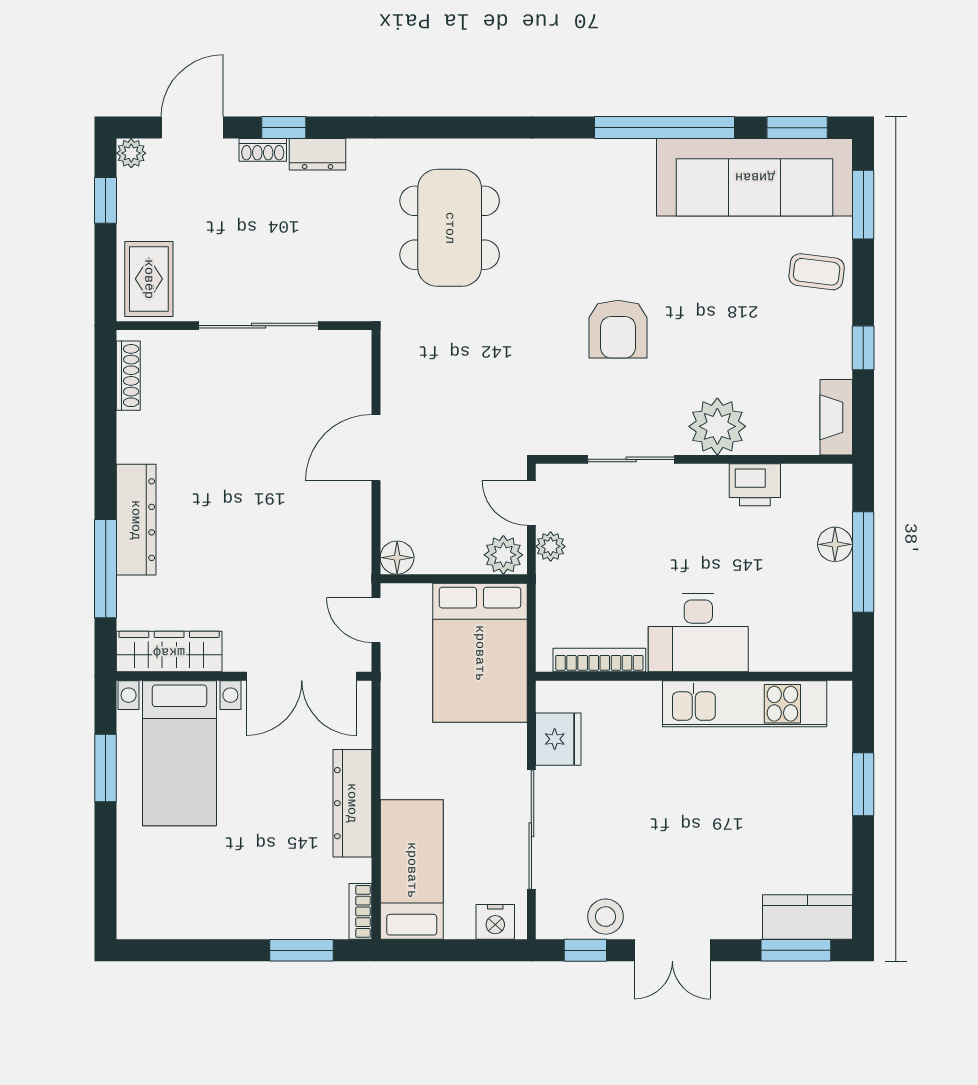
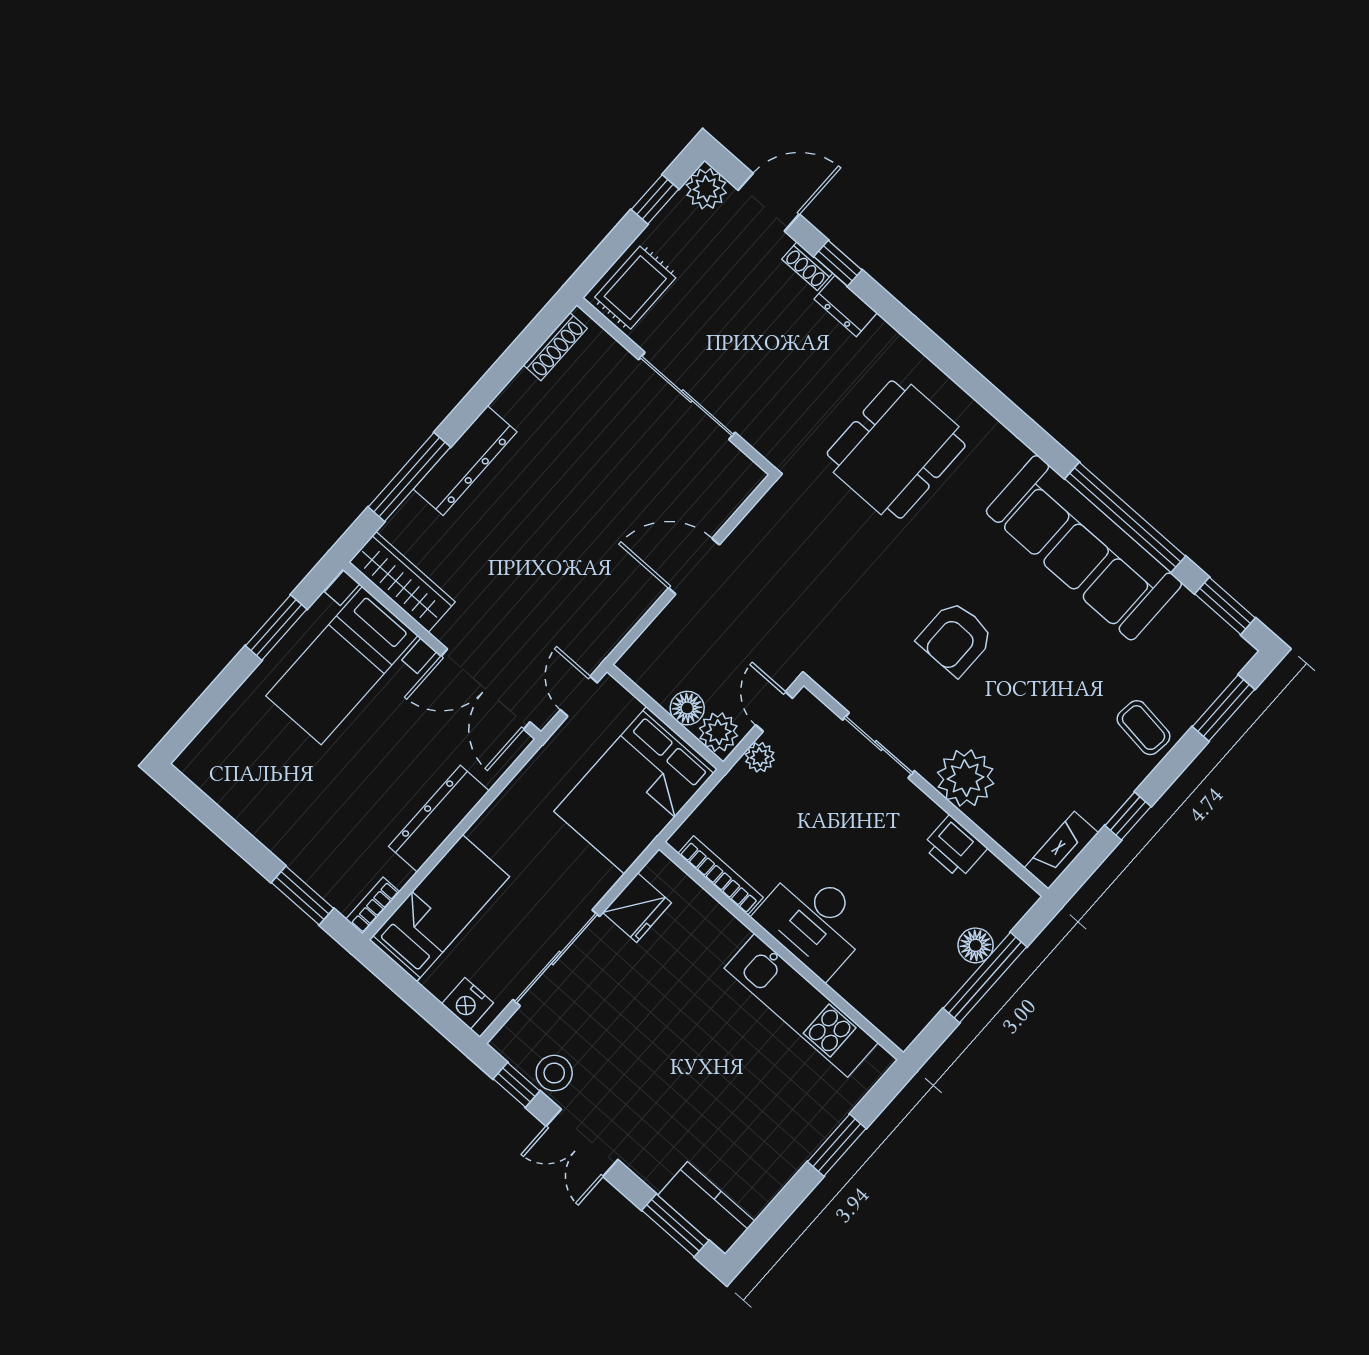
plant: (131, 153) -> (706, 189), width x1.38, depth x1.38
sofa: (755, 177) -> (1084, 548), moved
floor lamp: (397, 558) -> (687, 708), moved

